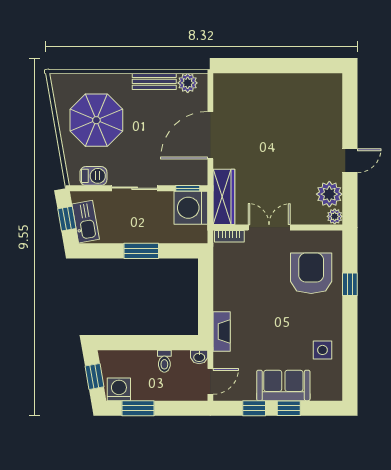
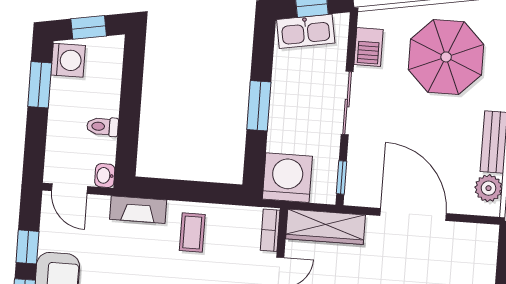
washing machine: (191, 208) -> (287, 178), moved
coffee table: (235, 292) -> (192, 232), added

